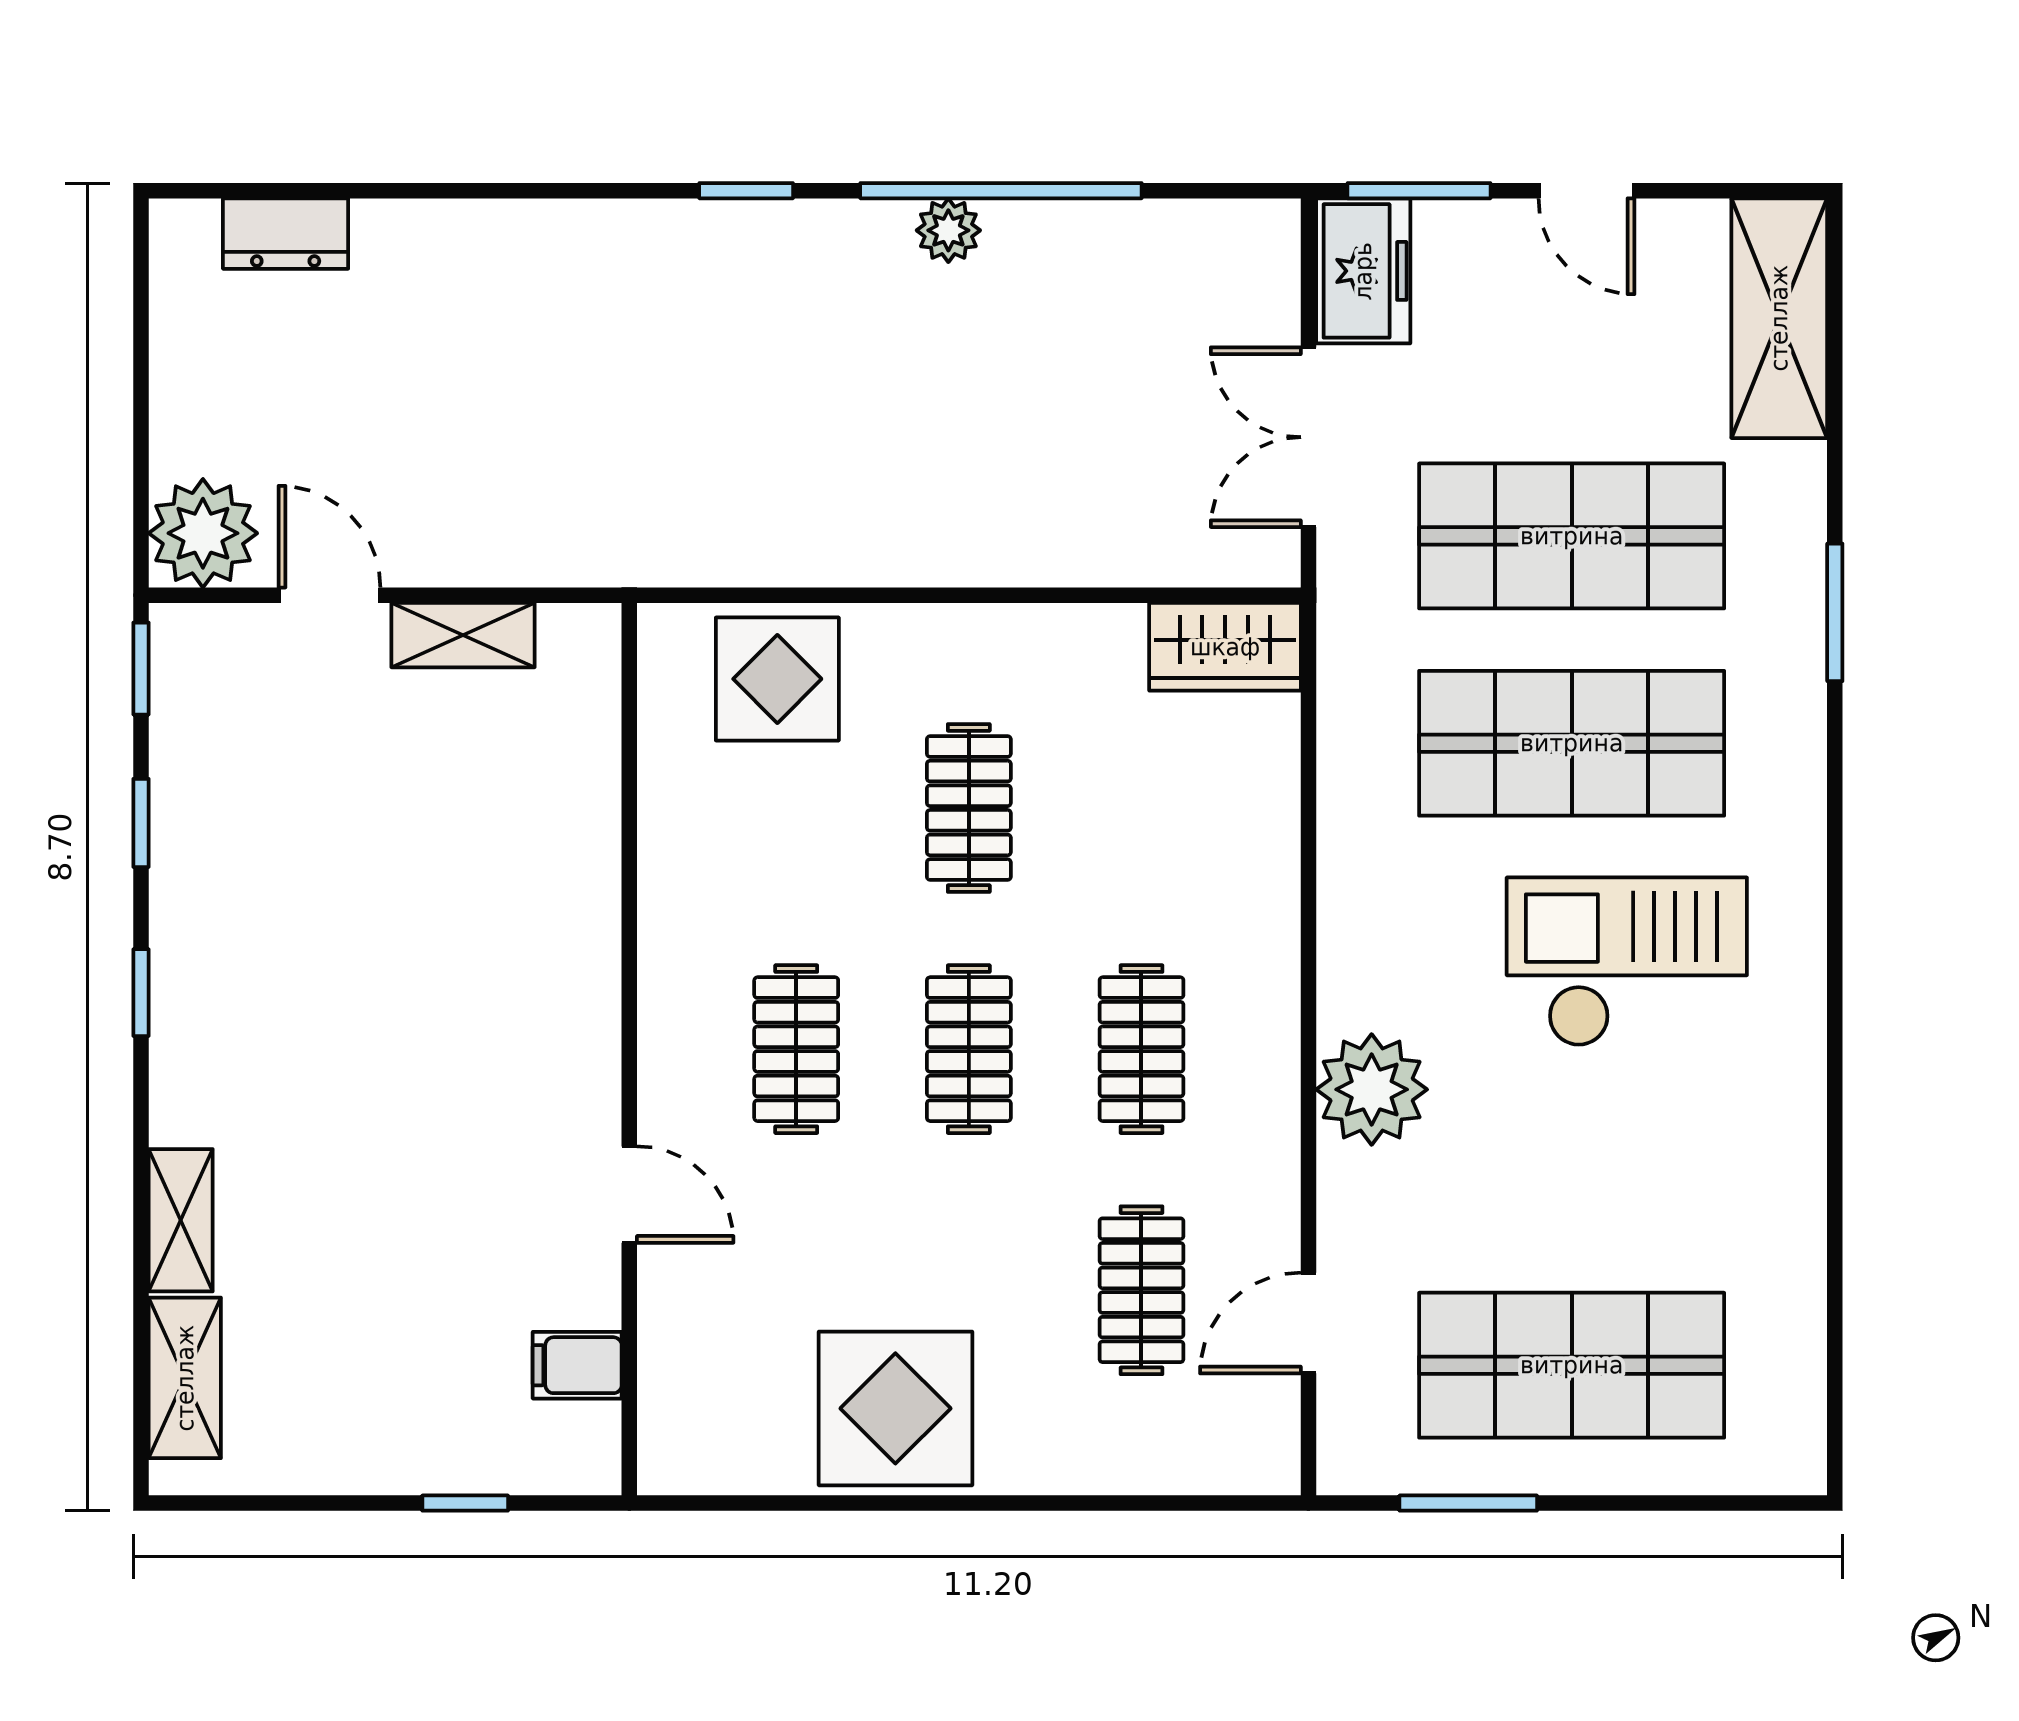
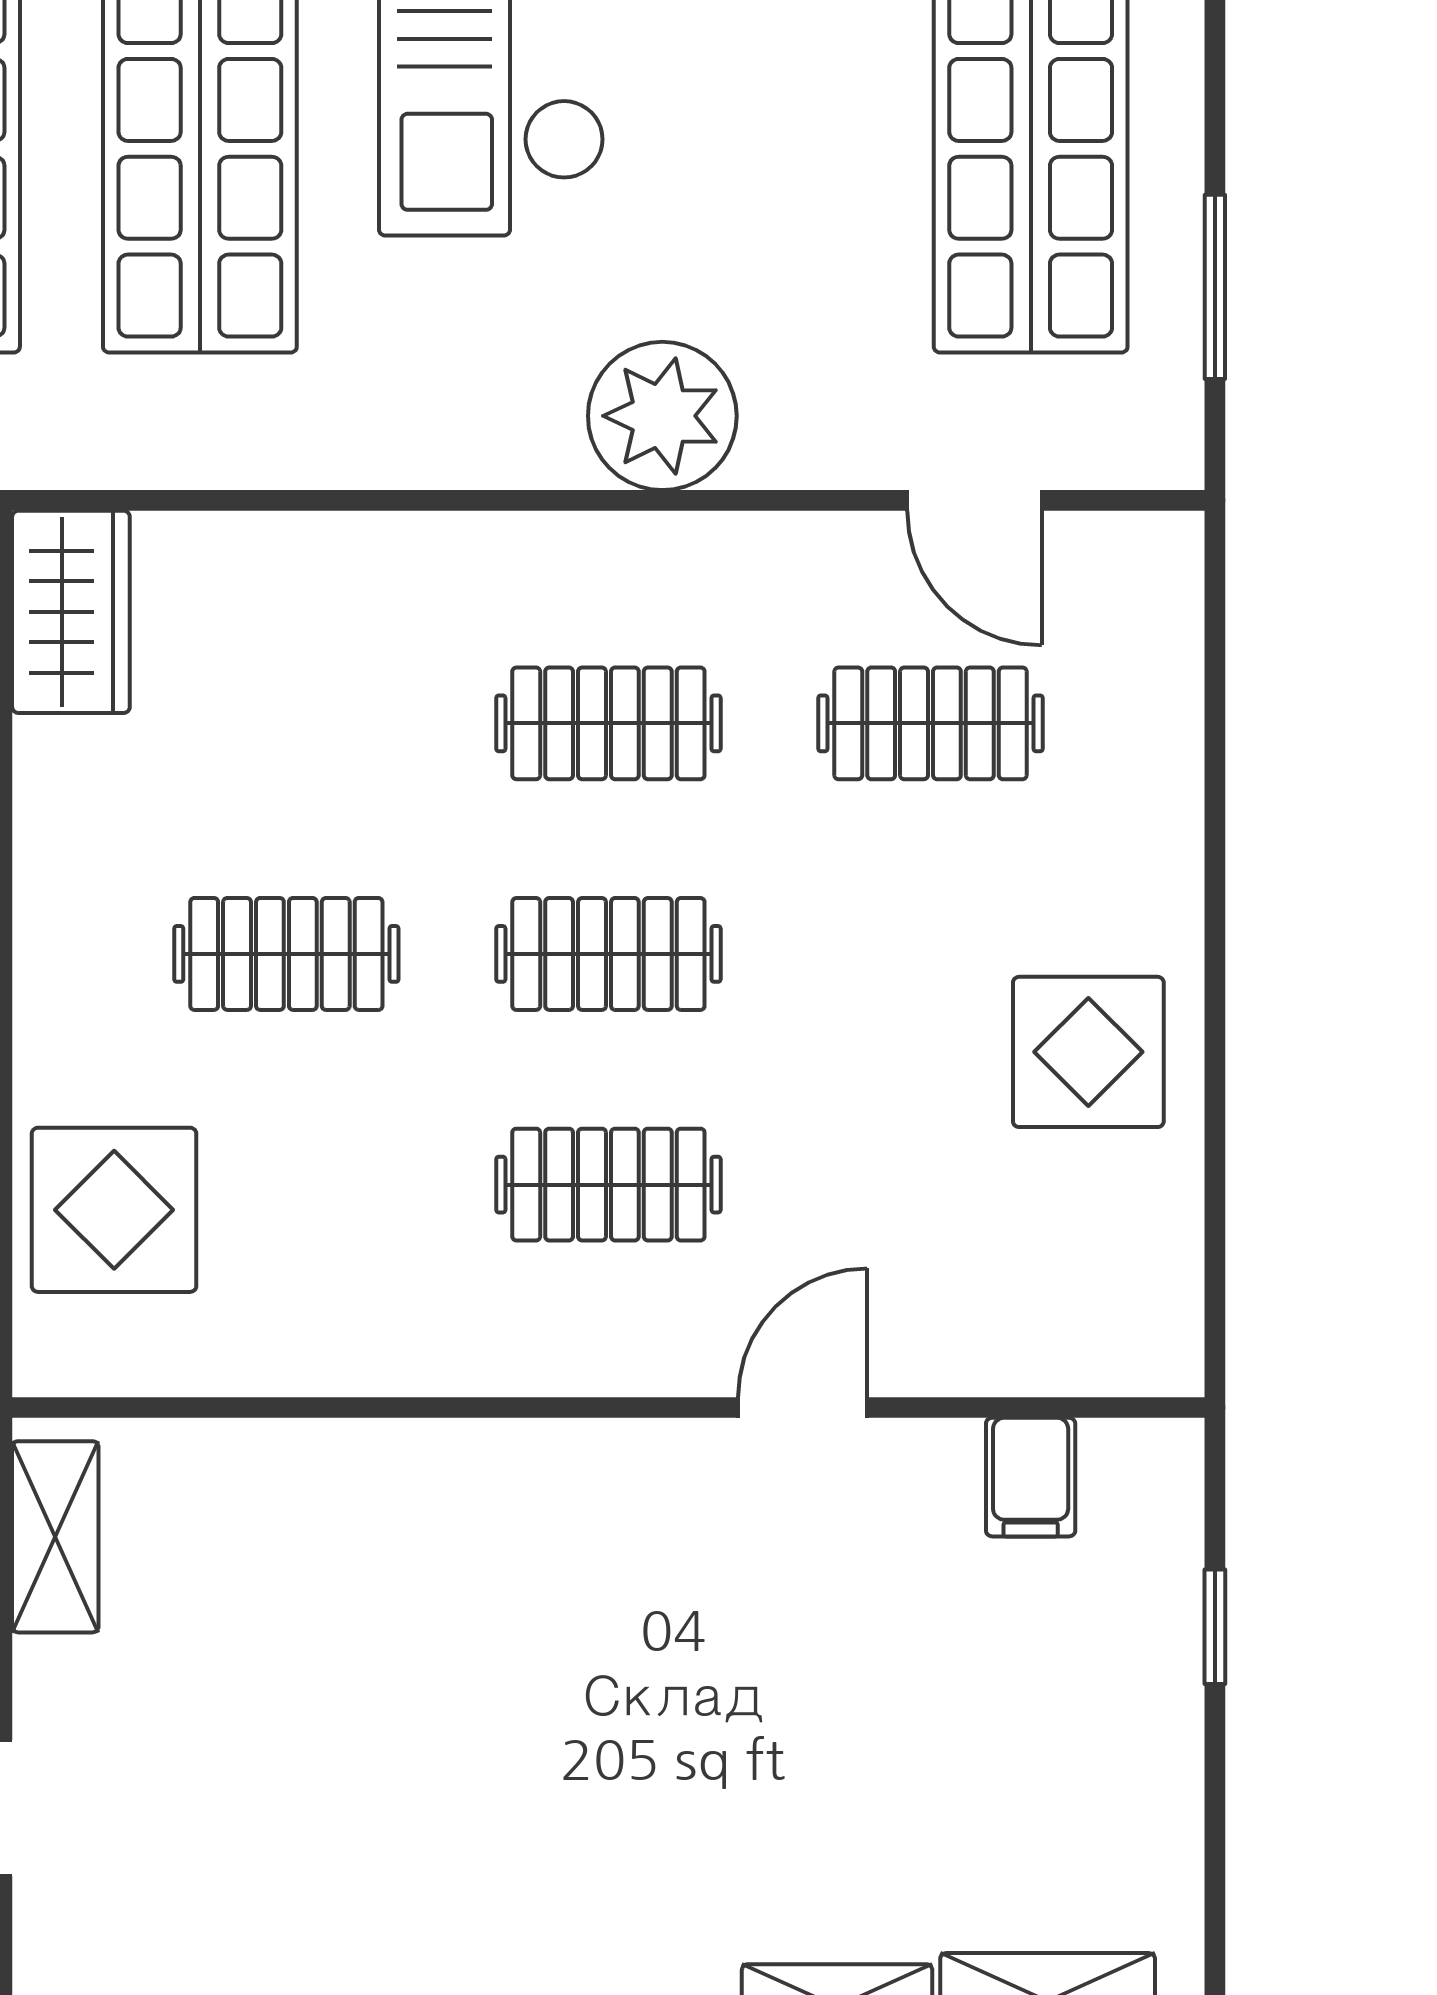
shelving: (463, 635) -> (55, 1537), moved
display table: (895, 1408) -> (1088, 1052), width x0.73, depth x0.73

